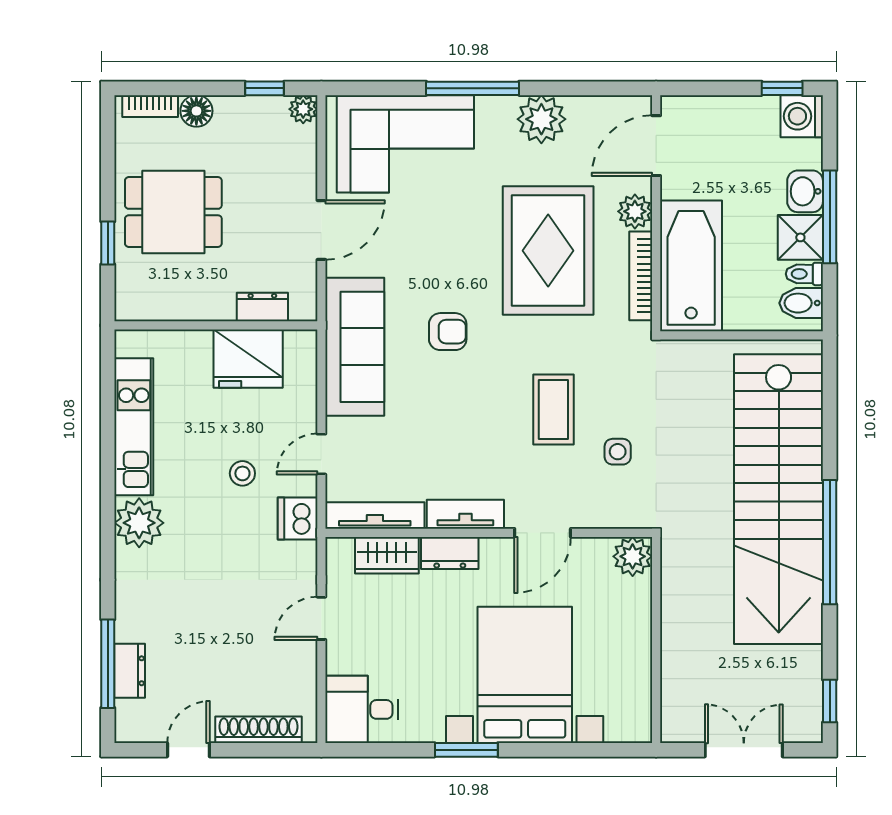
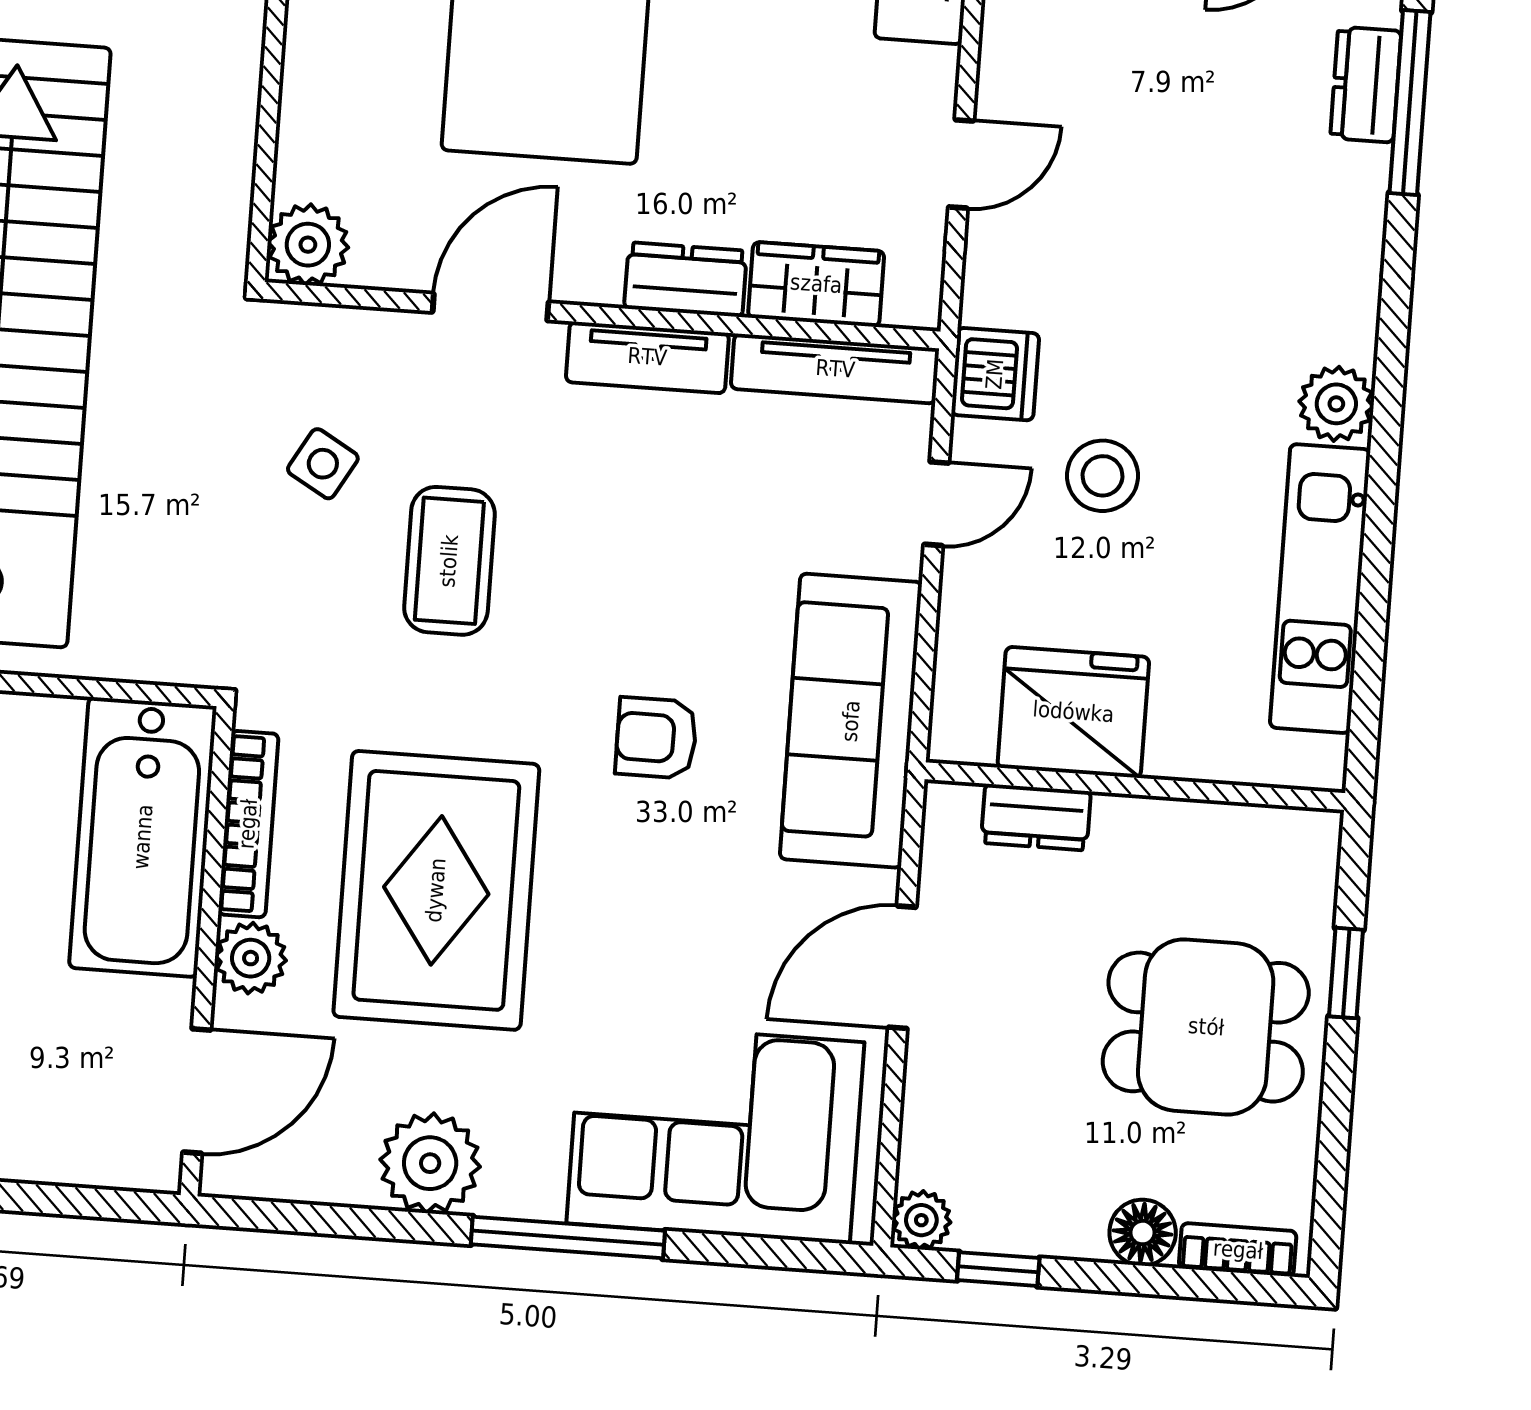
side table: (618, 452) -> (323, 464), turned 30
stool: (242, 473) -> (1102, 476), width x1.37, depth x1.37
plant: (139, 523) -> (1336, 404), width x0.73, depth x0.73

